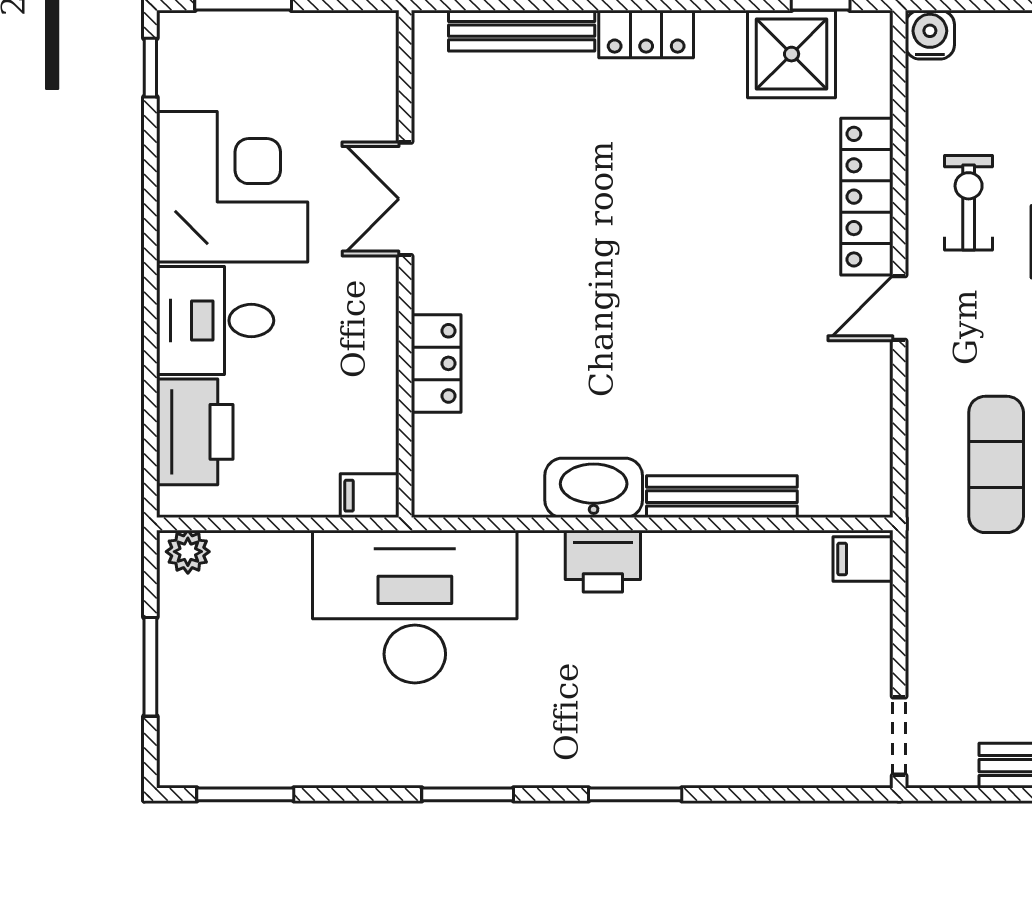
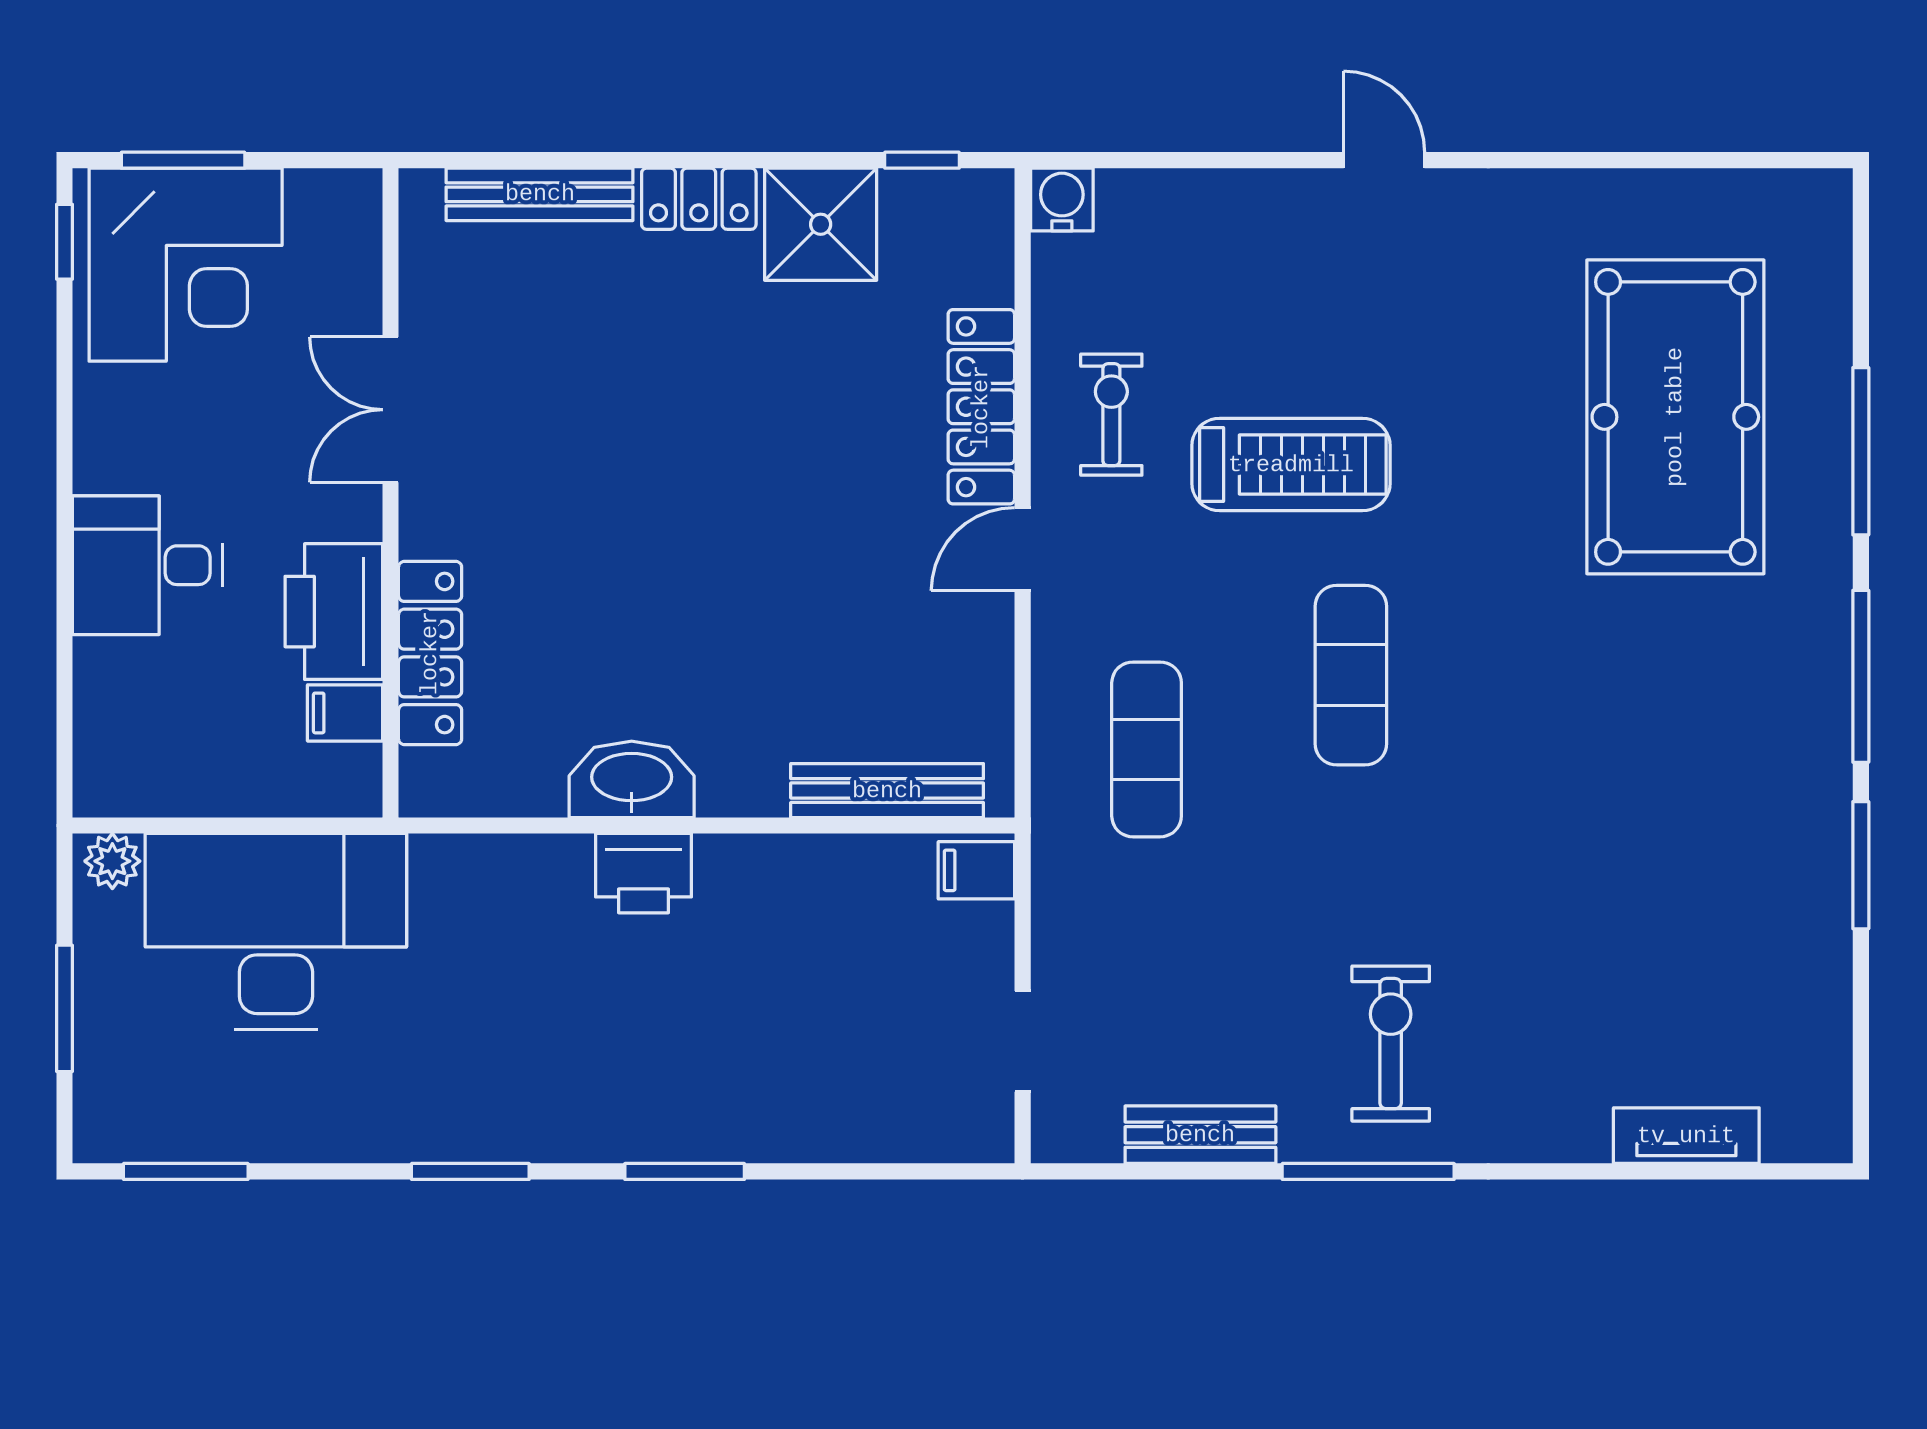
shower: (792, 54) -> (821, 224), moved
corner desk: (232, 187) -> (186, 265), moved, turned 90
locker: (436, 363) -> (430, 653), width x1.53
printer: (195, 432) -> (334, 612), moved, turned 180
filing cabinet: (370, 496) -> (345, 713), moved
bench: (722, 497) -> (887, 791), moved
desk: (415, 607) -> (276, 931), moved
doorway: (899, 736) -> (1023, 1041), moved

